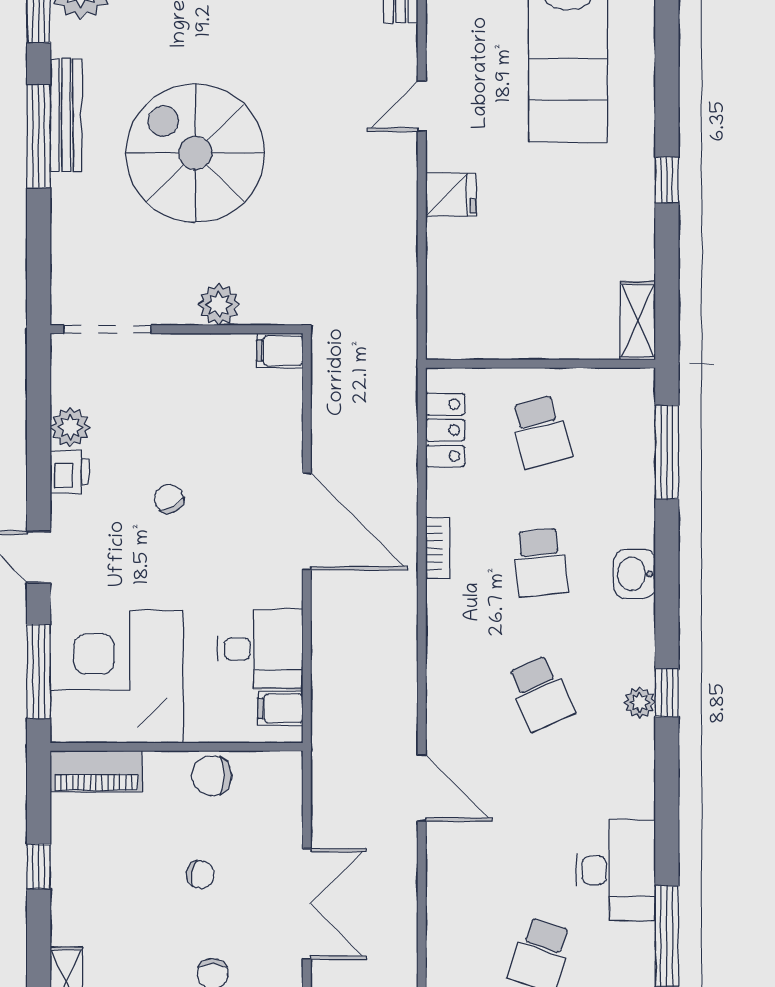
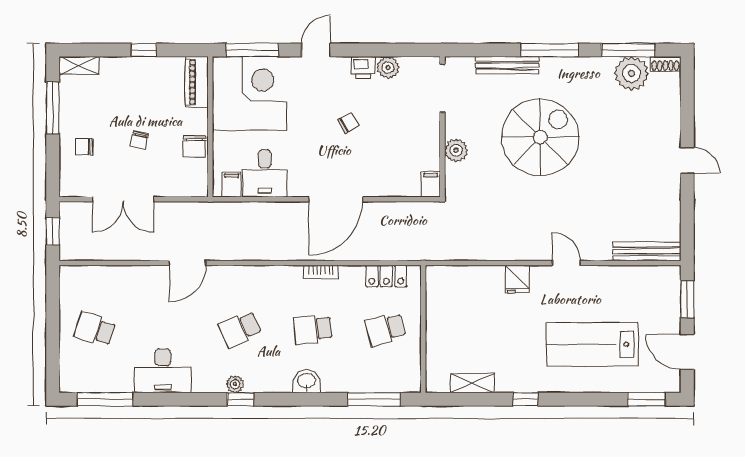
bench: (66, 115) -> (507, 65), moved
shelving: (638, 321) -> (472, 383), moved
chair: (212, 776) -> (194, 146), turned 180
desk: (616, 870) -> (163, 371), moved

